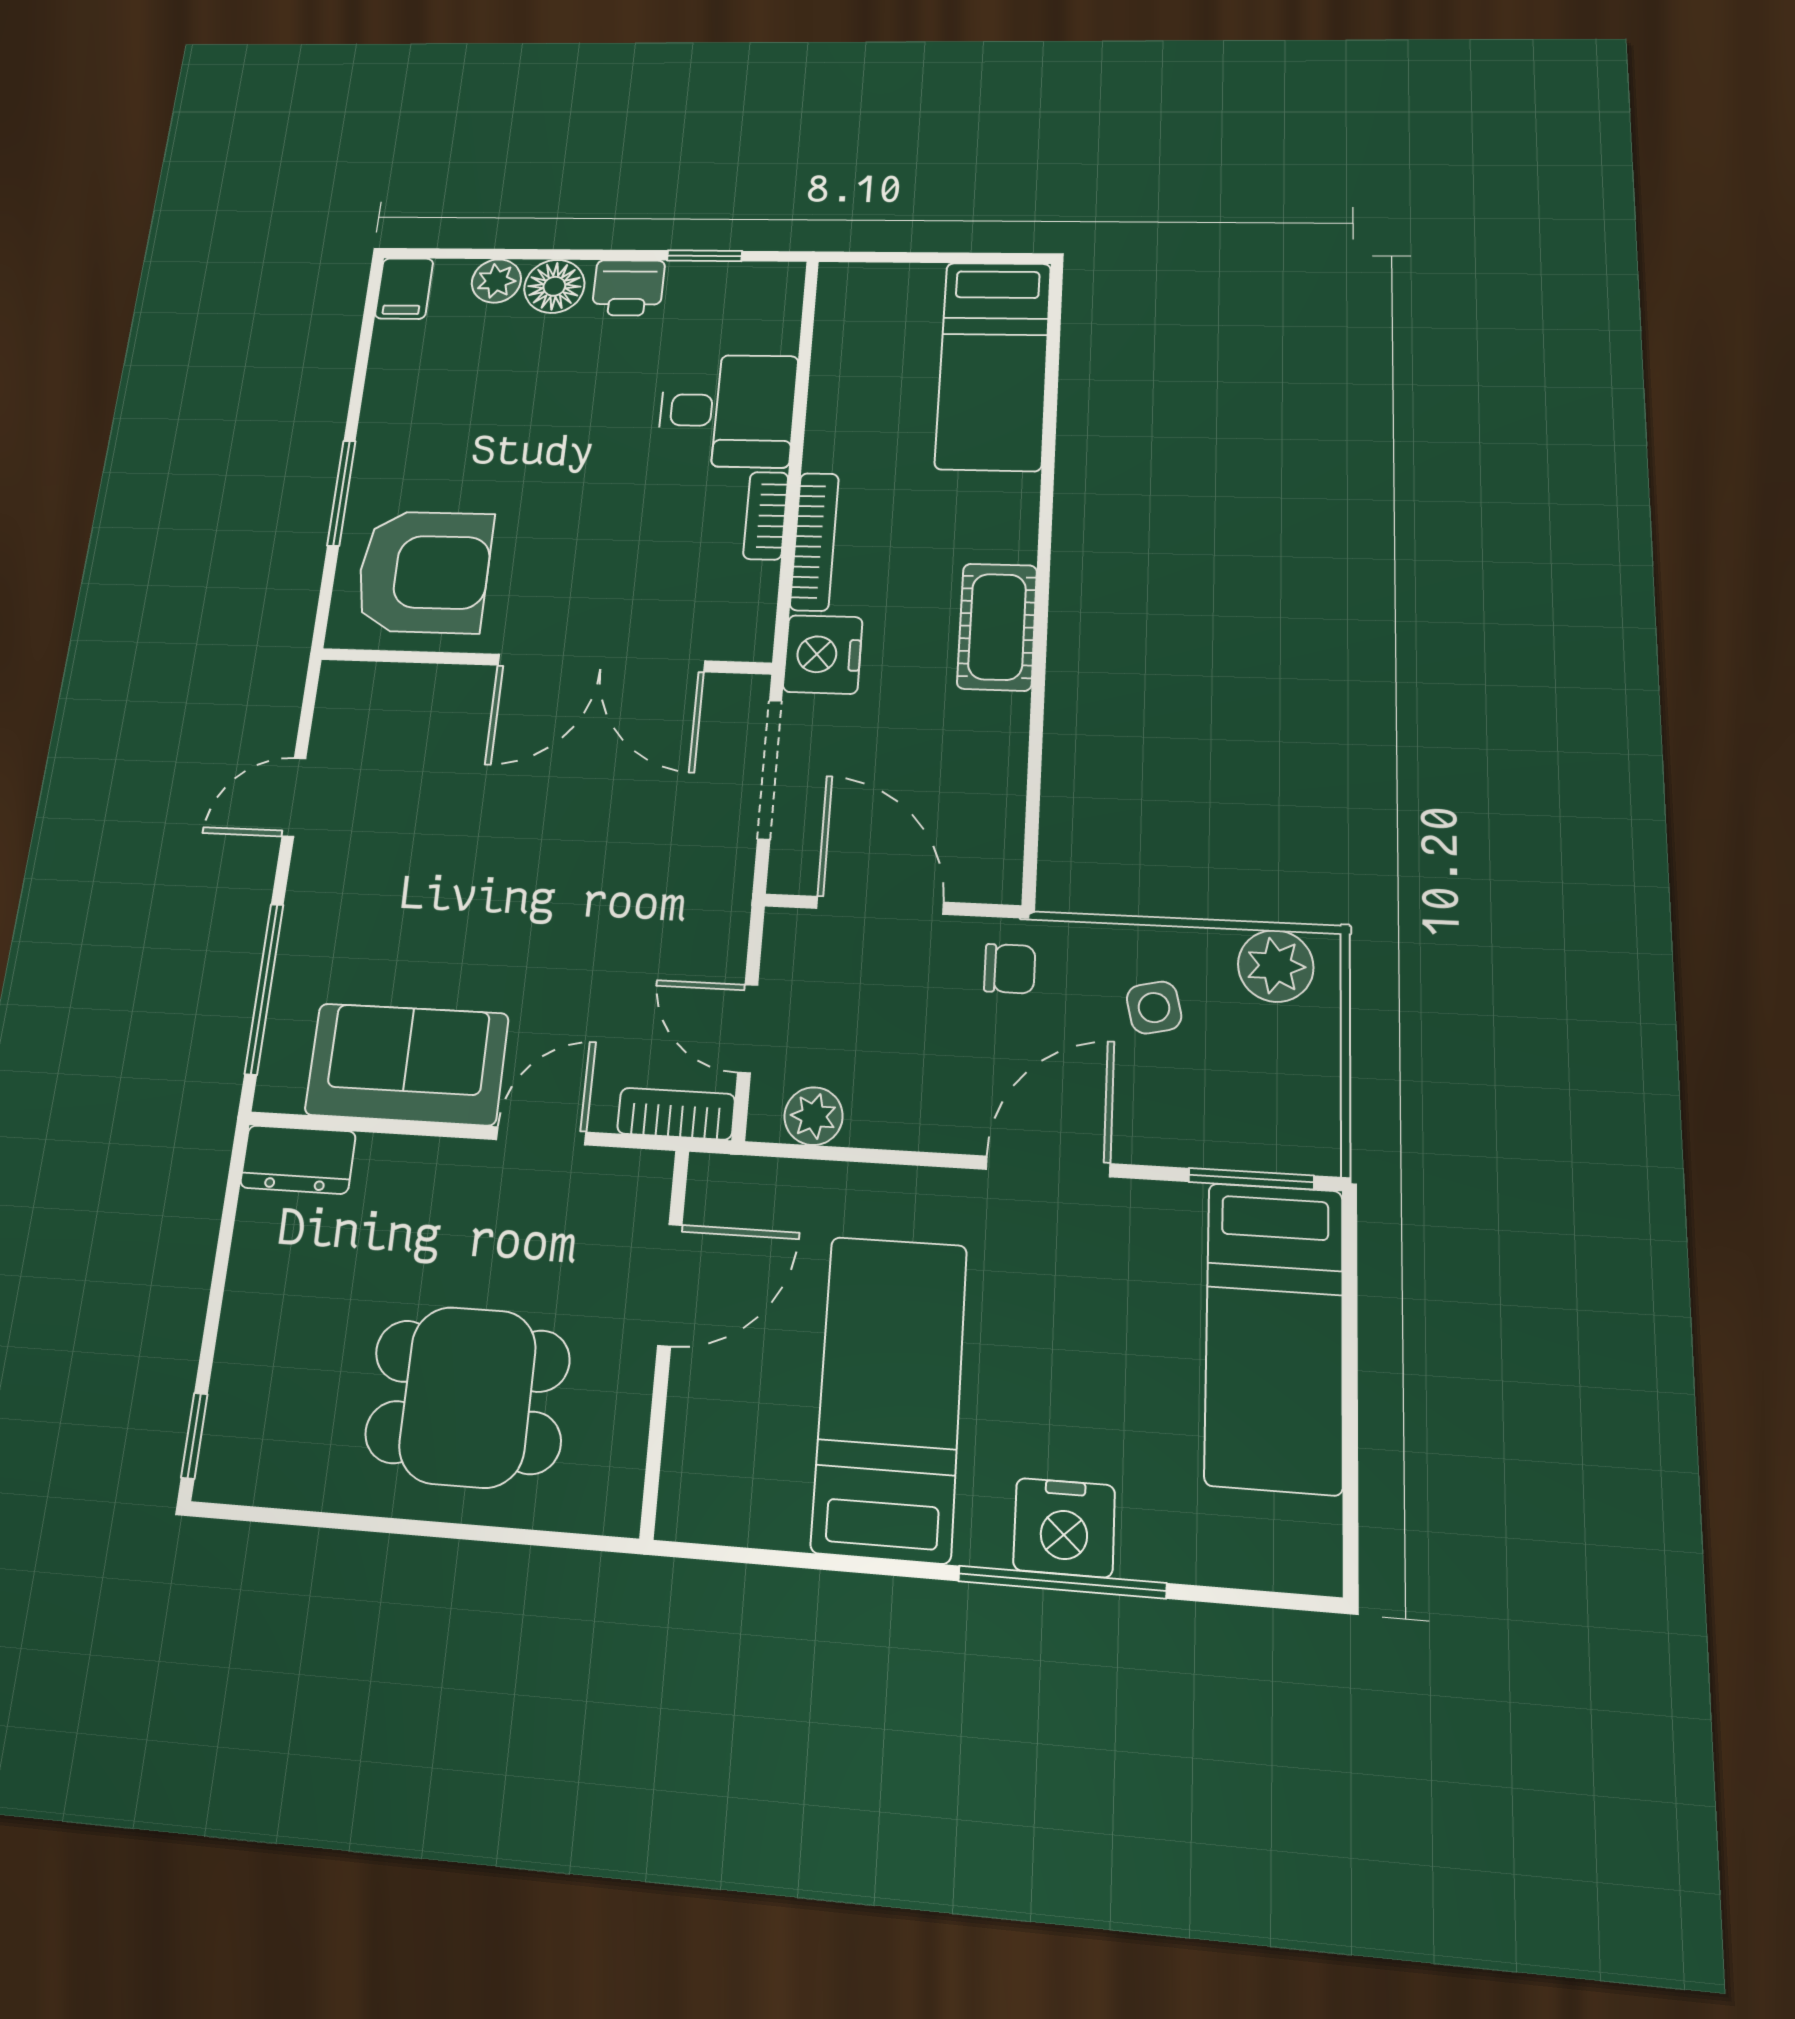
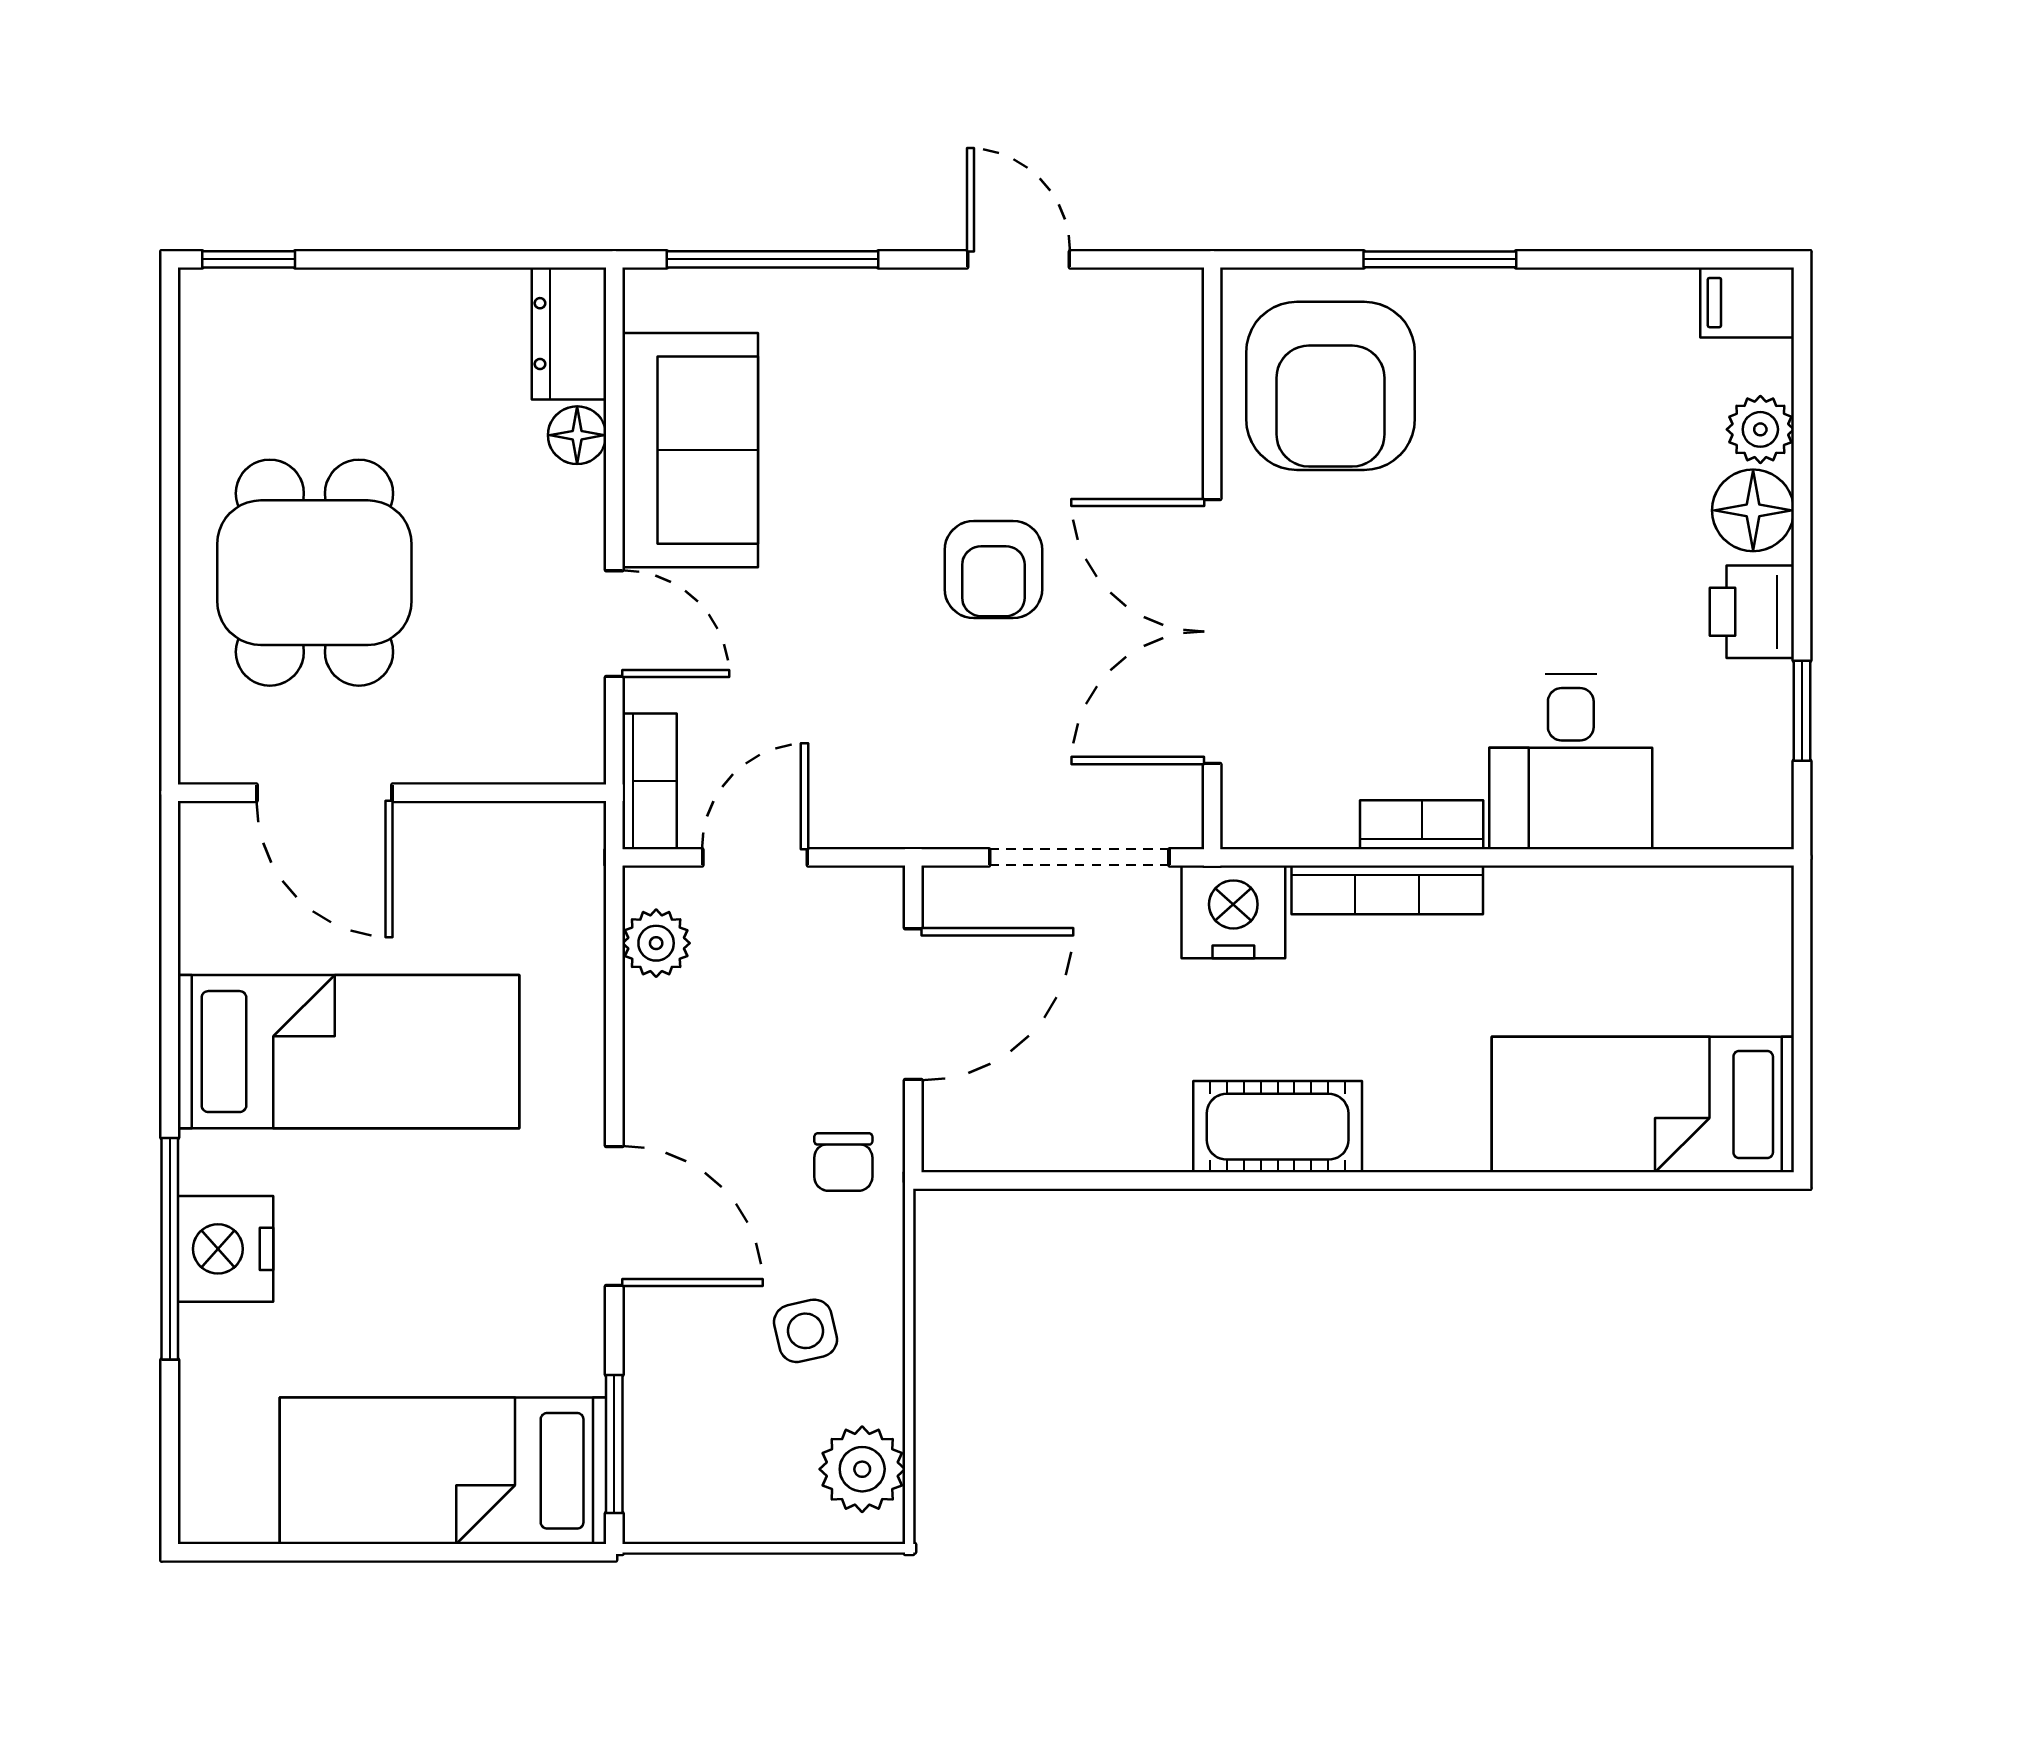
armchair: (533, 826) -> (993, 569), added
floor lamp: (382, 1158) -> (577, 435), added
door: (670, 1285) -> (325, 793), moved

